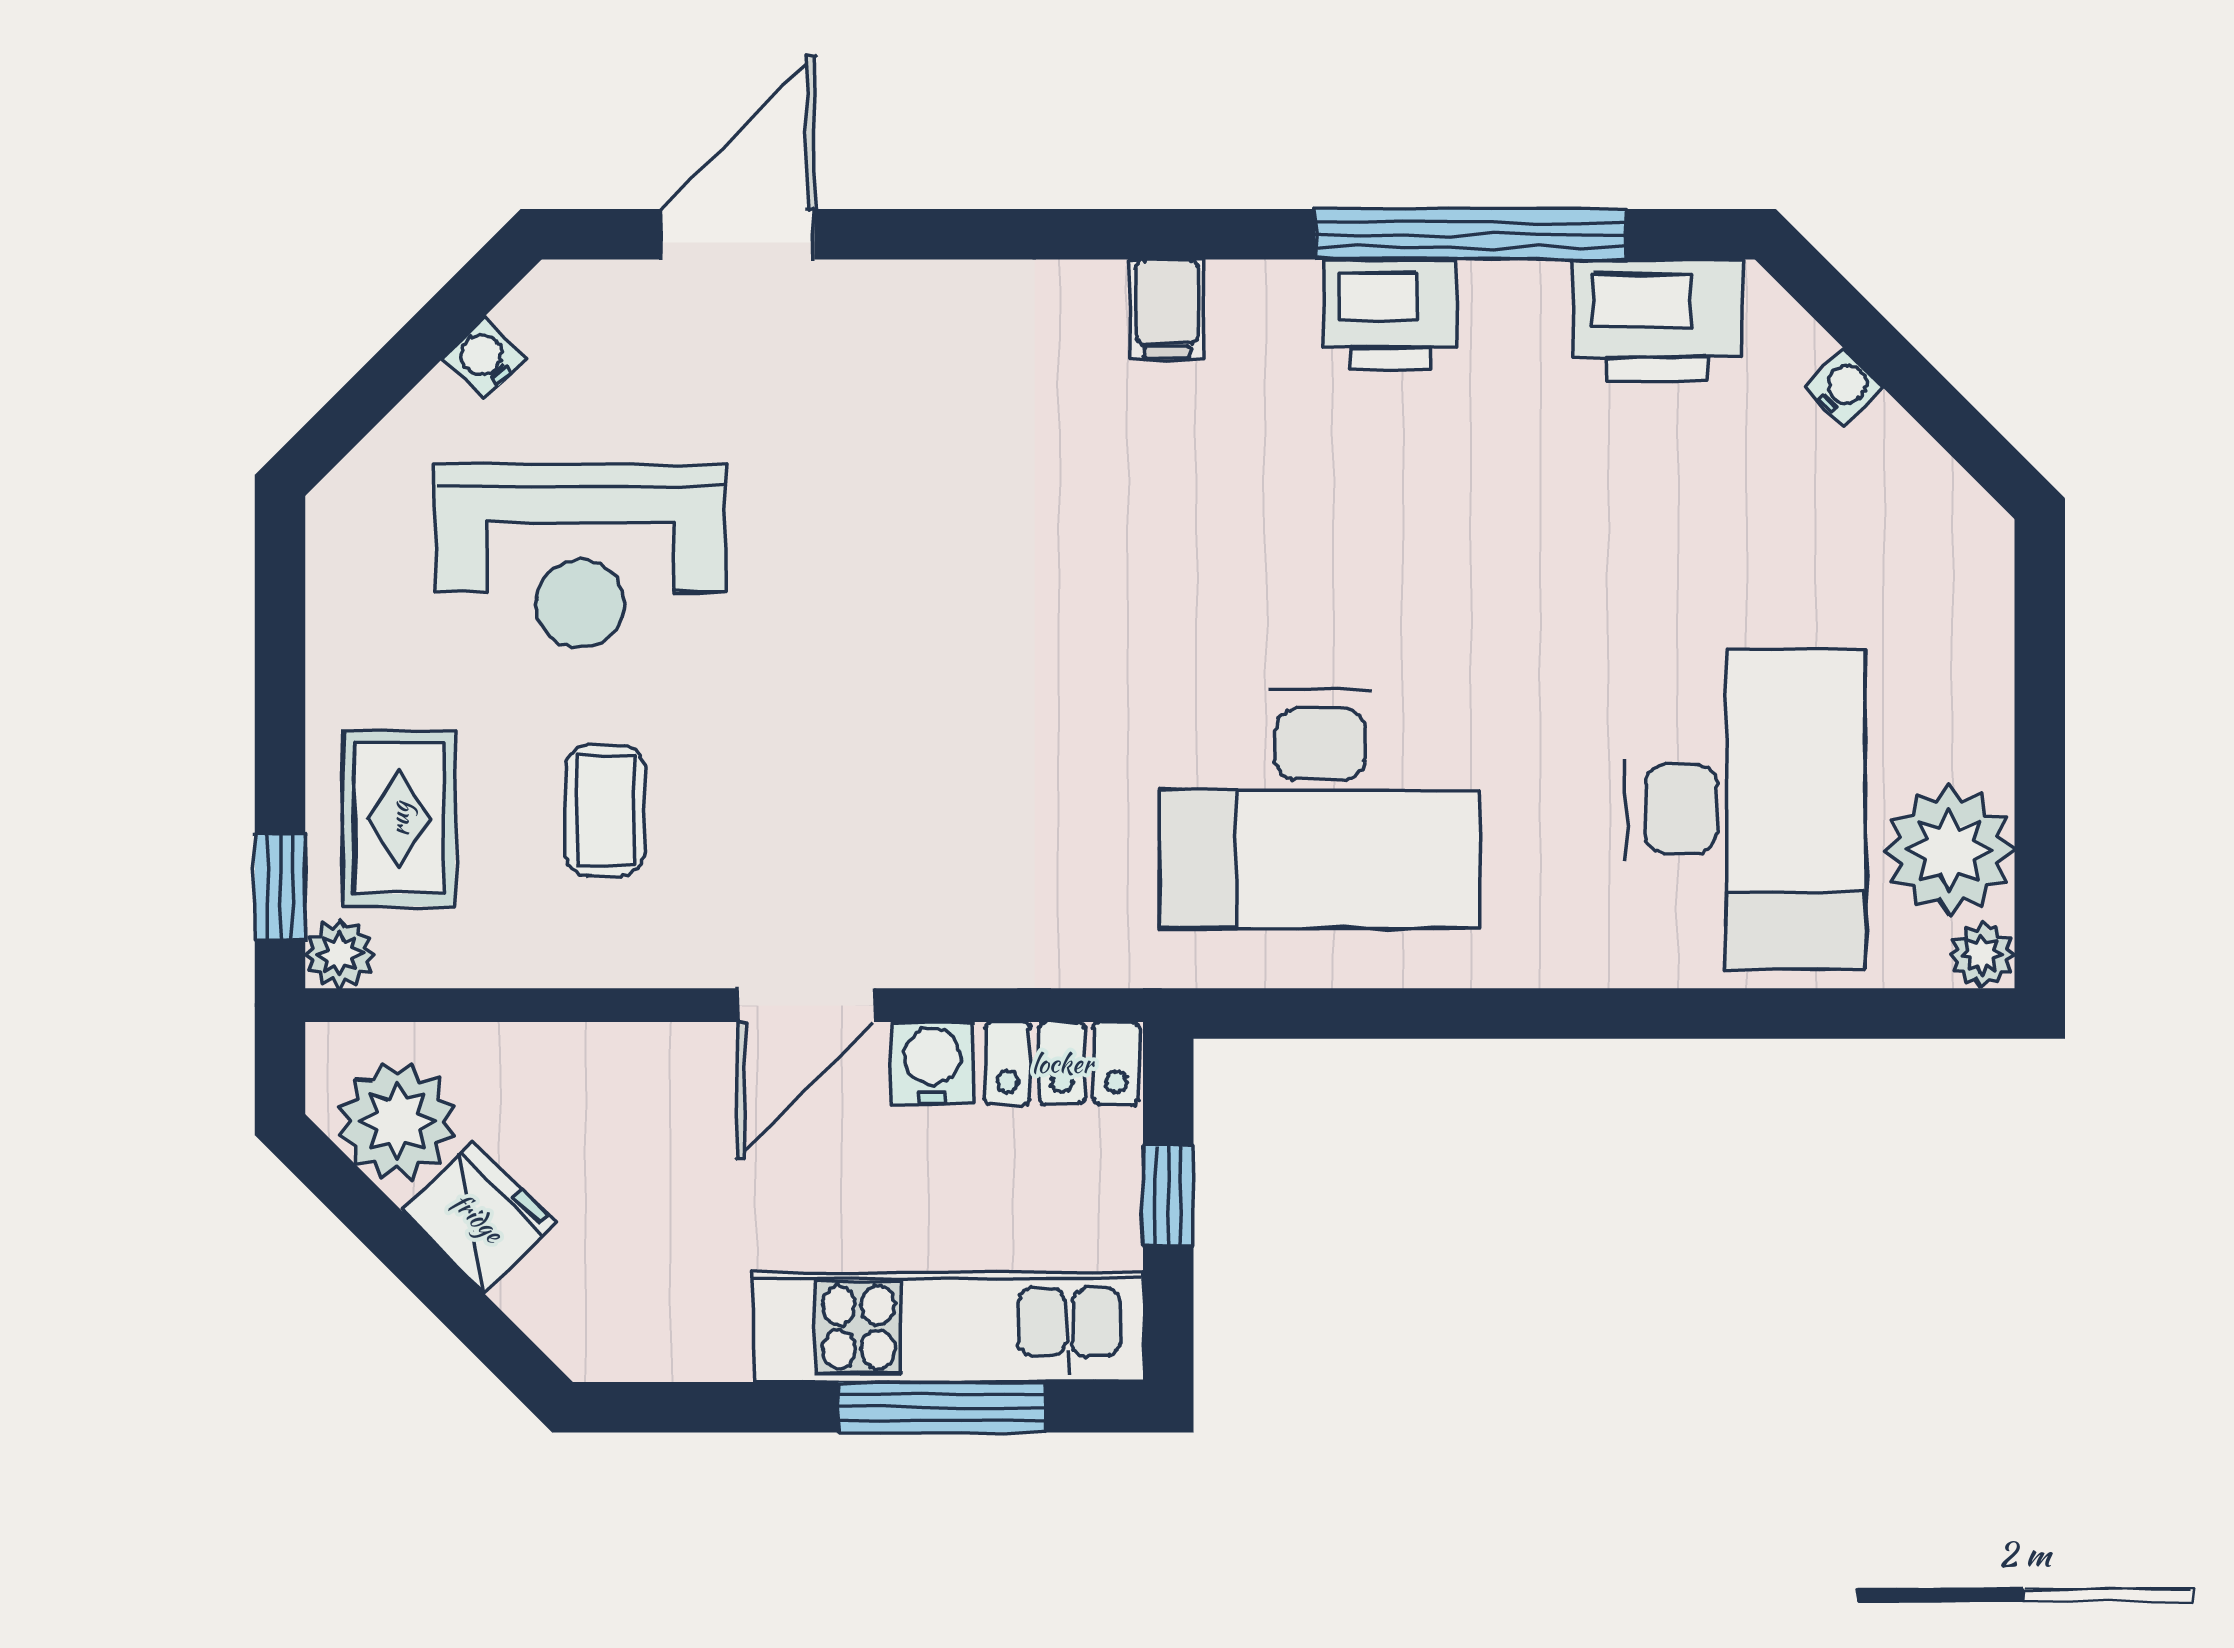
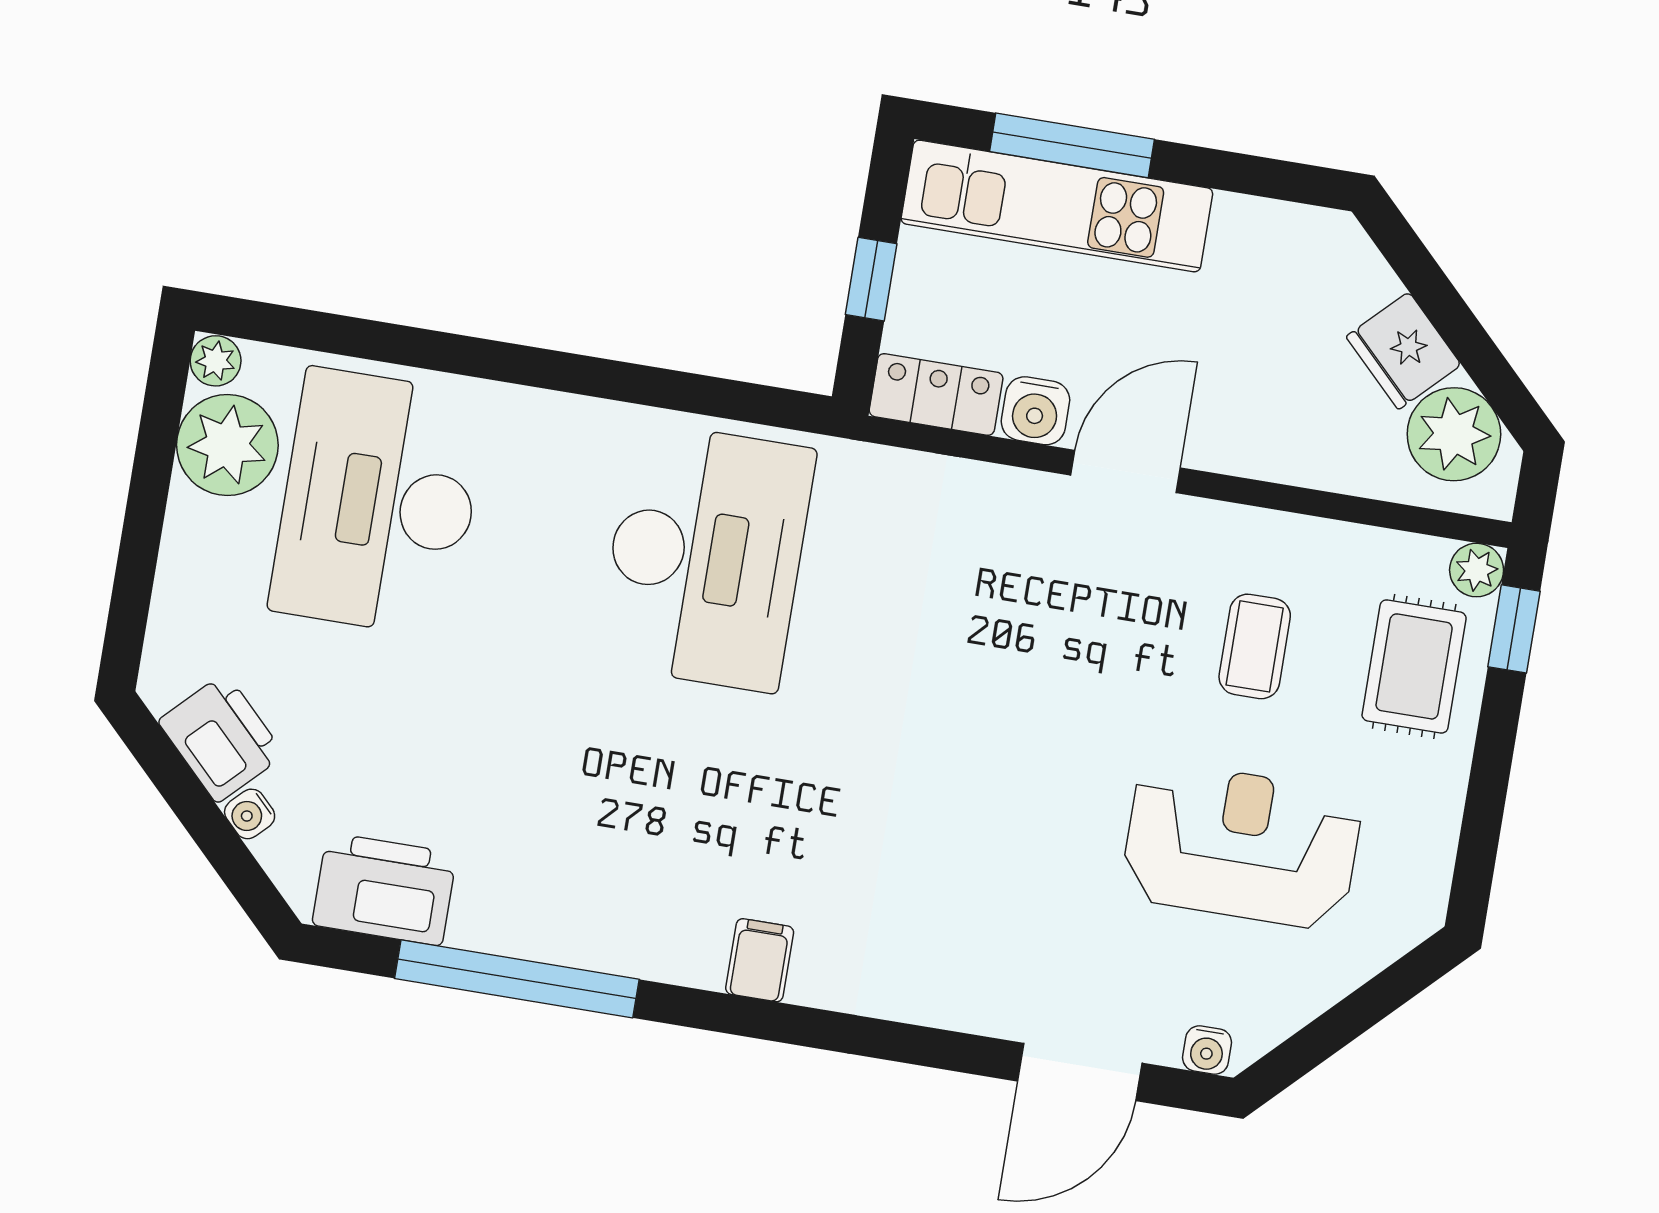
printer: (1390, 314) -> (221, 738), moved, turned 45
water cooler: (485, 358) -> (1207, 1050), moved, turned 45
desk: (1320, 809) -> (706, 557), turned 90

